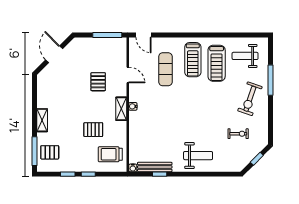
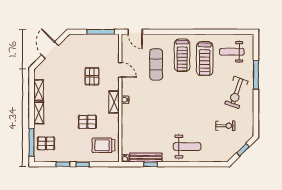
shelving: (42, 96) -> (39, 90), added

